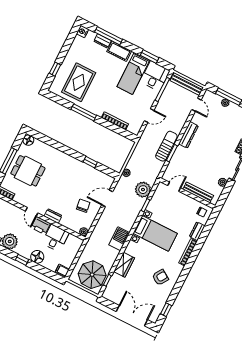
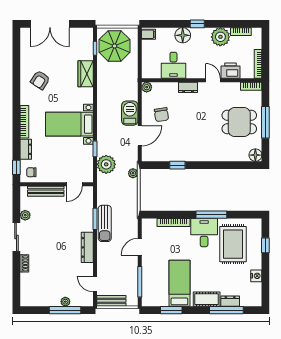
nightstand: (83, 32) -> (256, 276), moved
desk: (155, 76) -> (204, 233), moved, turned 180
bench: (187, 84) -> (111, 301), width x0.73
printer: (41, 225) -> (231, 71), moved
barbecue: (119, 239) -> (130, 113), moved, turned 180
window: (166, 310) -> (16, 167), moved

